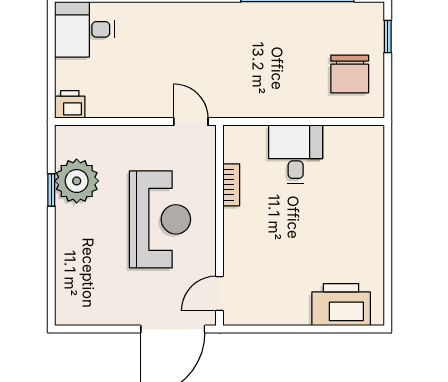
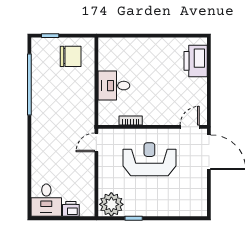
printer: (70, 104) -> (71, 209), moved, turned 90
plant: (77, 181) -> (111, 204), moved
door: (219, 293) -> (190, 127), swing flipped

